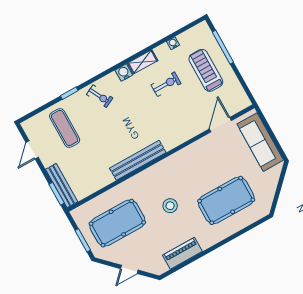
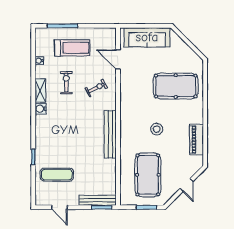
treadmill: (206, 70) -> (72, 48), turned 180
exercise bike: (100, 96) -> (96, 88), moved
pool table: (226, 200) -> (176, 86), turned 90

